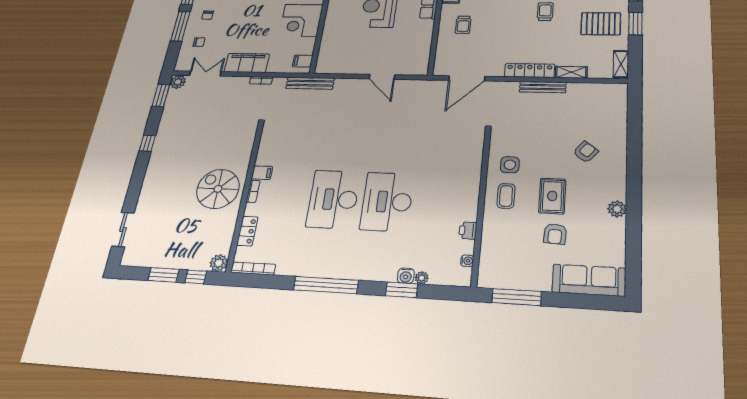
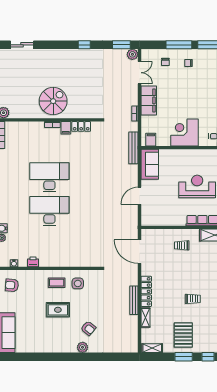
sofa: (338, 63) -> (150, 164), added
plant: (617, 209) -> (83, 347), moved
locker: (247, 231) -> (81, 126), moved
armchair: (555, 234) -> (12, 285), moved

